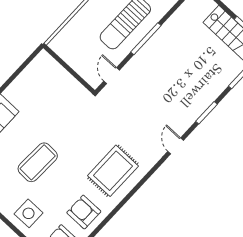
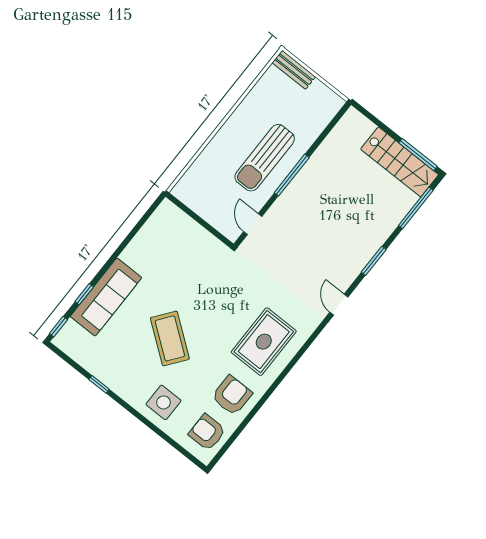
coffee table: (38, 162) -> (170, 338), turned -55
armchair: (84, 212) -> (232, 395), turned 90

